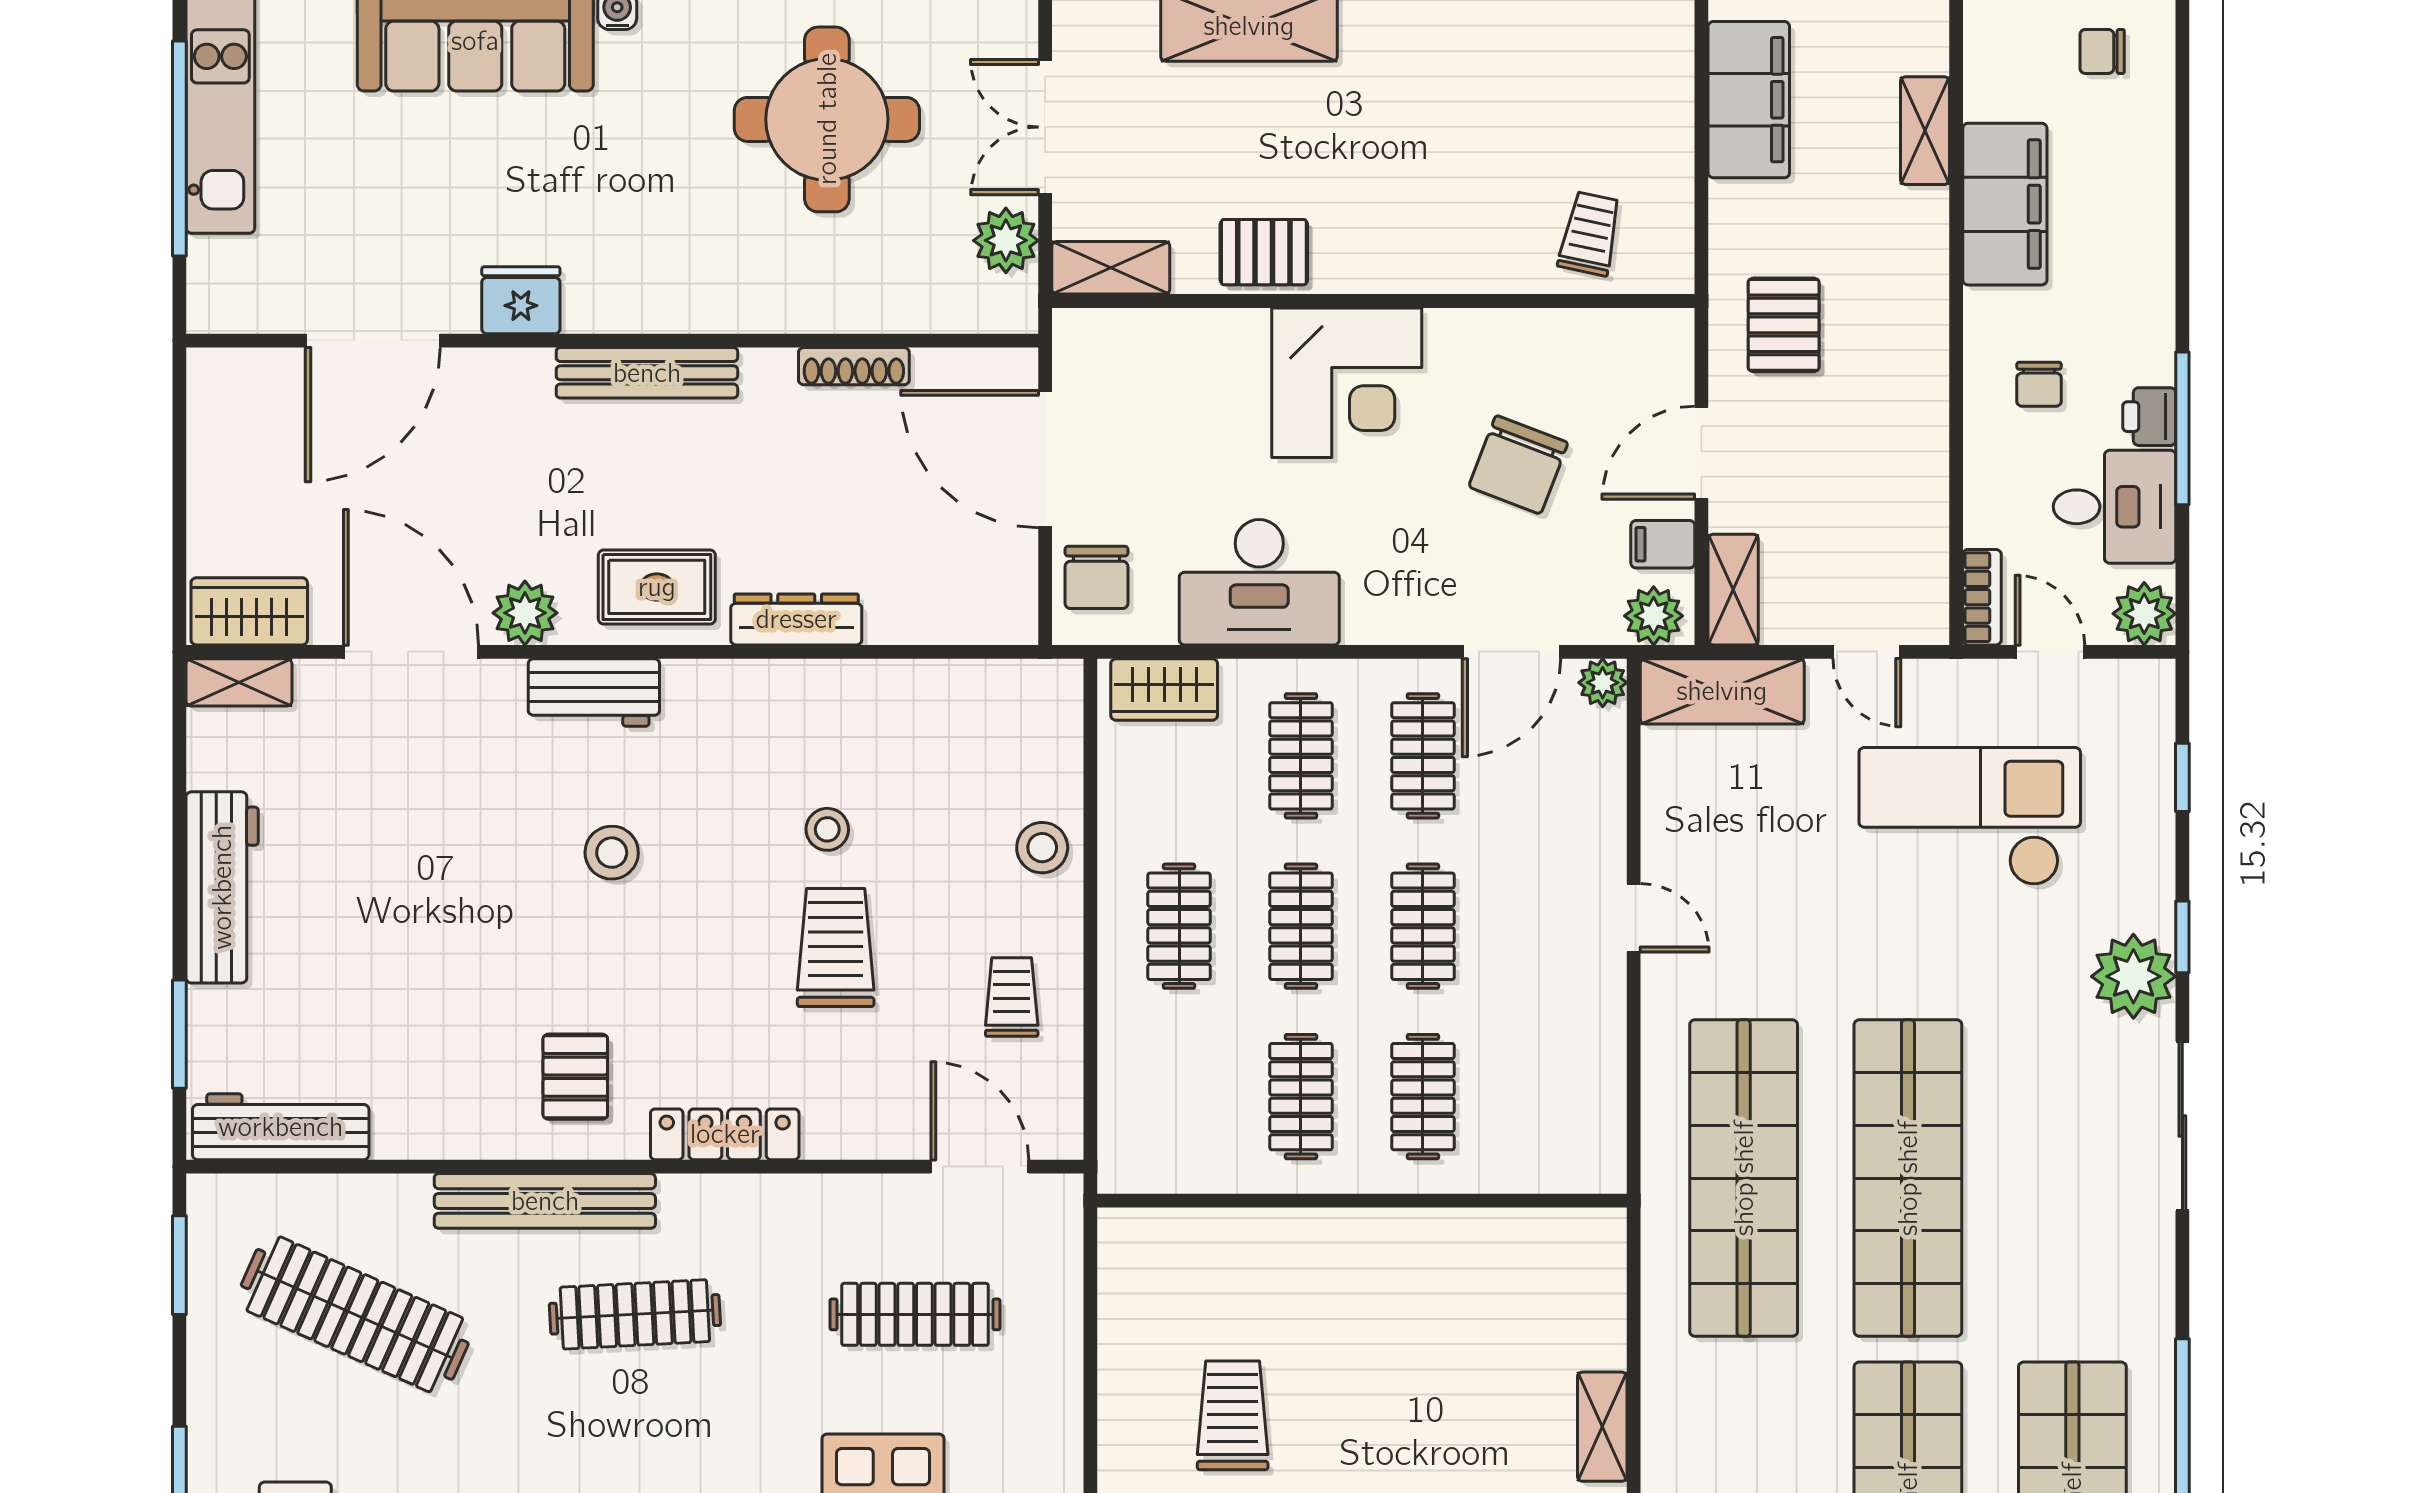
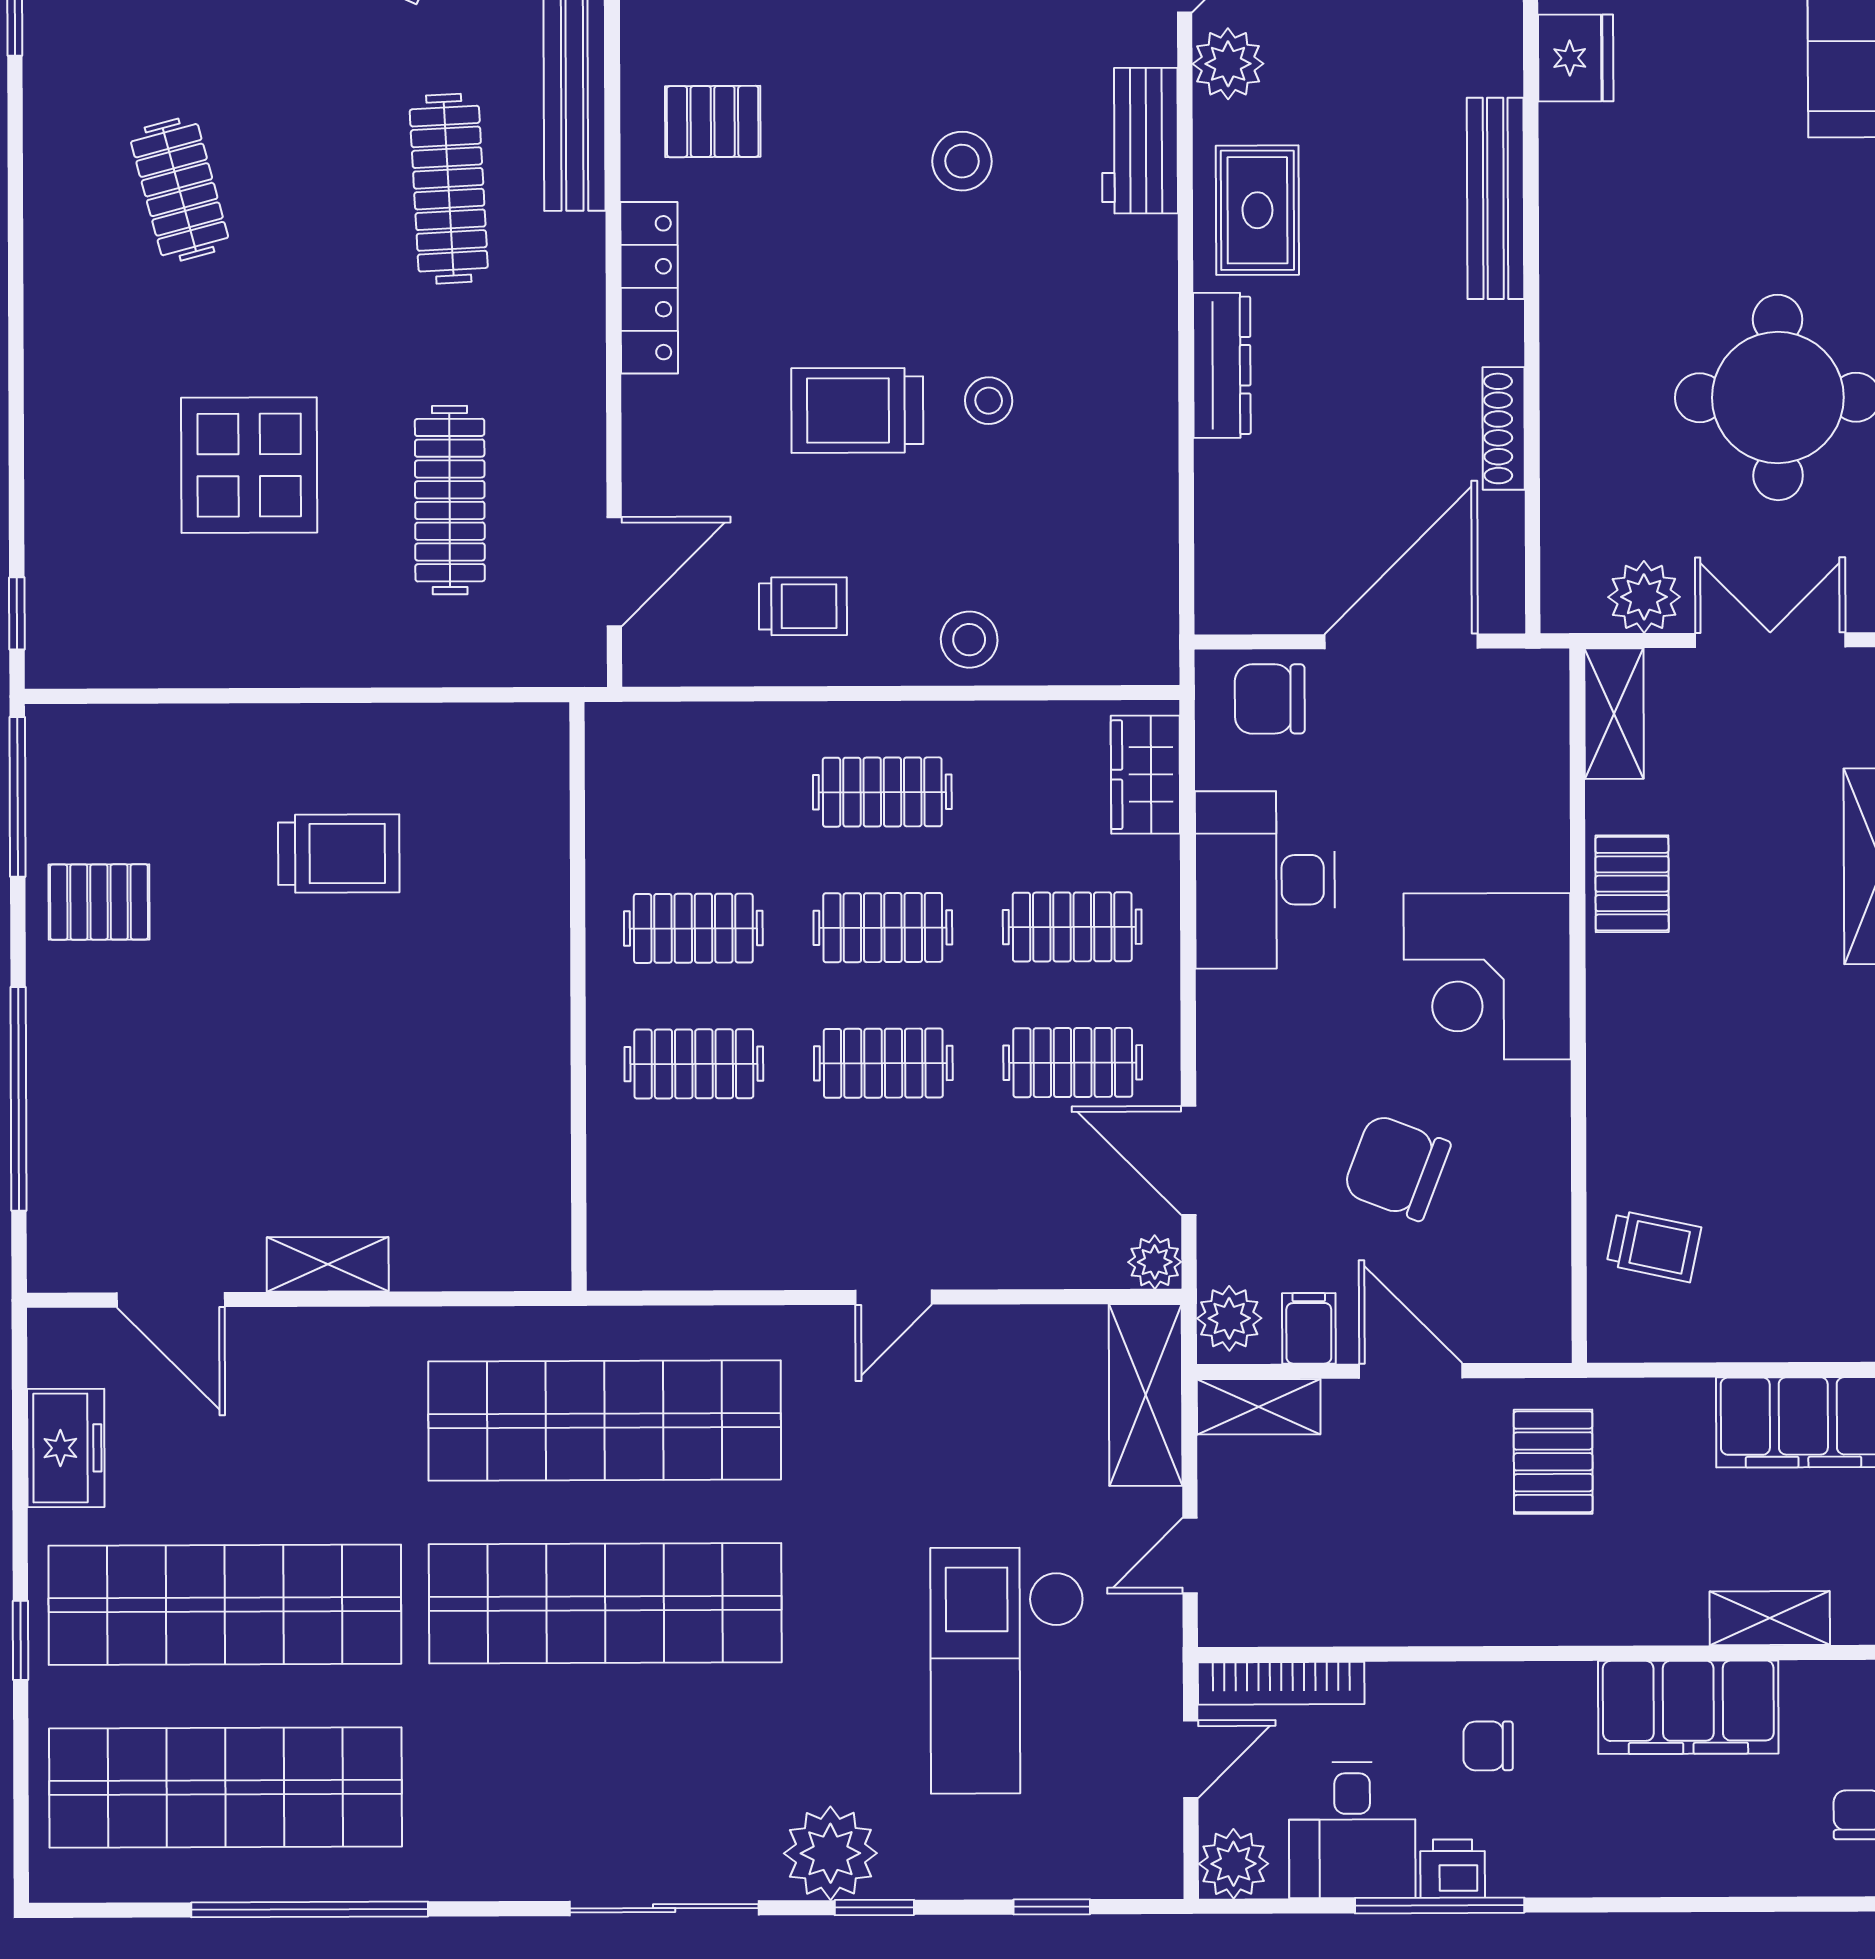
pallet: (1784, 325) -> (1553, 1462), turned 90
bookcase: (1982, 597) -> (1281, 1683), width x1.56
checkout: (1970, 816) -> (1007, 1671), turned 180
trolley: (836, 948) -> (857, 410), turned 180

